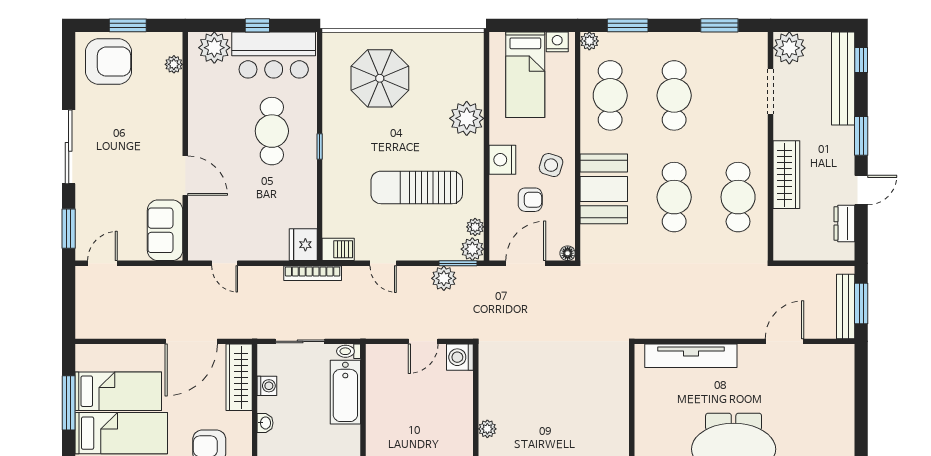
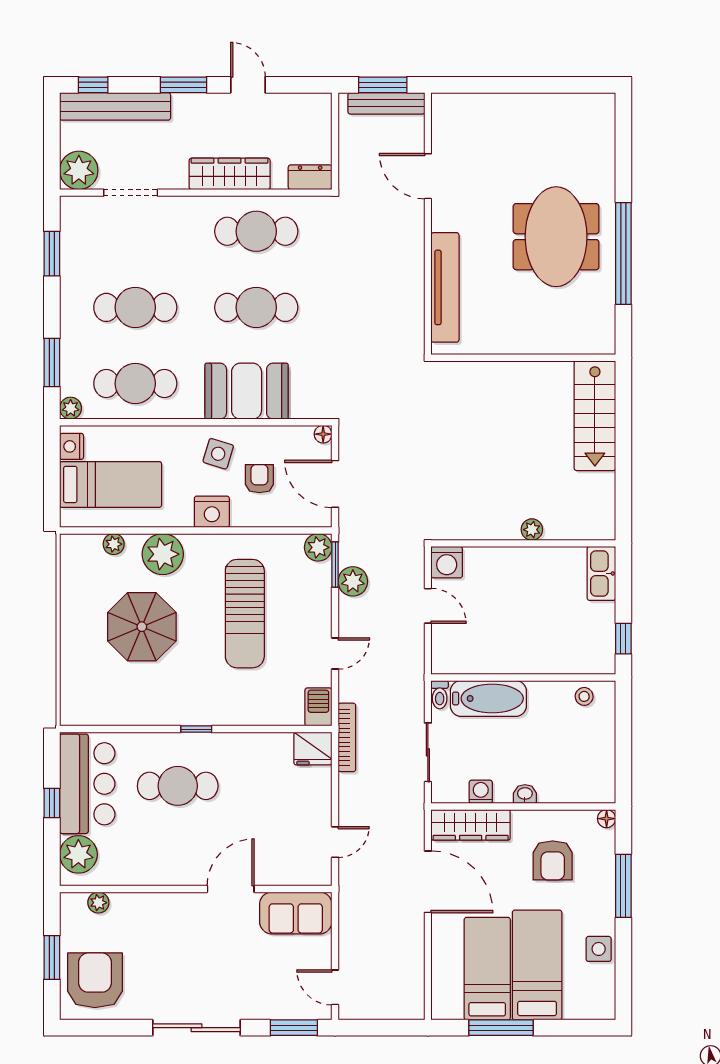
parasol: (380, 78) -> (142, 627), moved
dresser: (844, 223) -> (310, 177), moved, turned 180
plant: (475, 227) -> (114, 544), moved

